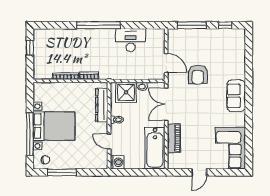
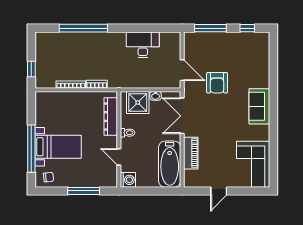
window: (98, 25) -> (83, 28), moved
window: (30, 48) -> (31, 69), moved
bed with nightstands: (54, 126) -> (58, 147), width x0.73
window: (62, 172) -> (84, 191), moved

